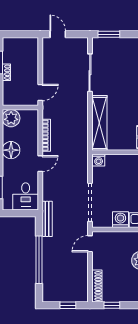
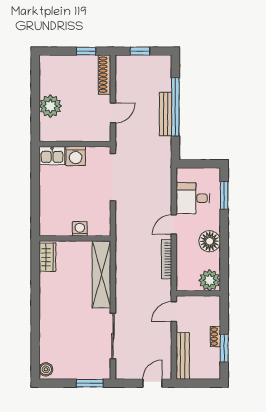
door: (58, 34) -> (152, 383), swing flipped
bench: (33, 56) -> (183, 356), added
washing machine: (99, 160) -> (80, 229), moved
desk: (26, 196) -> (193, 198), moved, turned -90
bench: (47, 219) -> (165, 114), moved
door: (90, 244) -> (113, 113), moved

